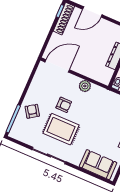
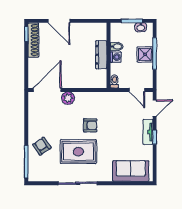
door: (92, 12) -> (59, 21), hinge flipped
plant: (85, 86) -> (68, 98), moved
armchair: (64, 105) -> (90, 125), moved

